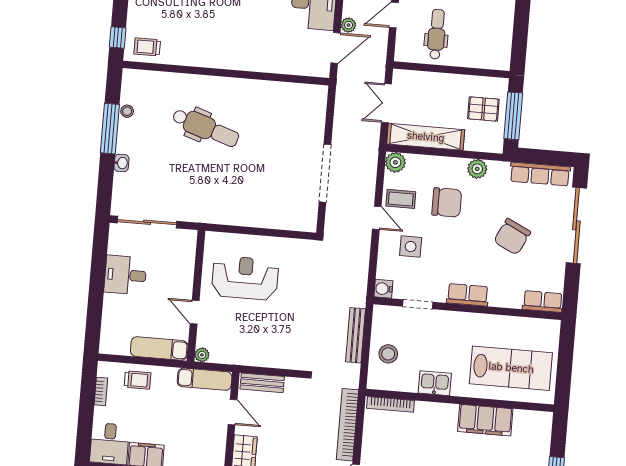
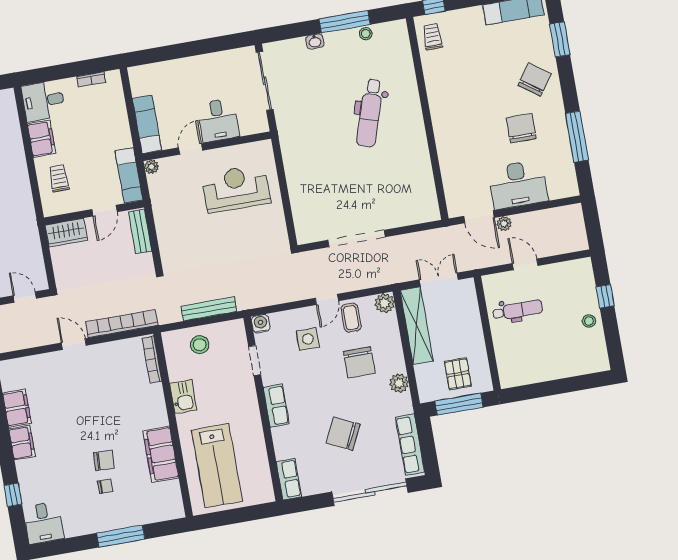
desk: (125, 275) -> (218, 120), moved, turned 180
reception desk: (245, 278) -> (236, 189), turned -90
trolley: (138, 380) -> (59, 178), moved, turned 180

